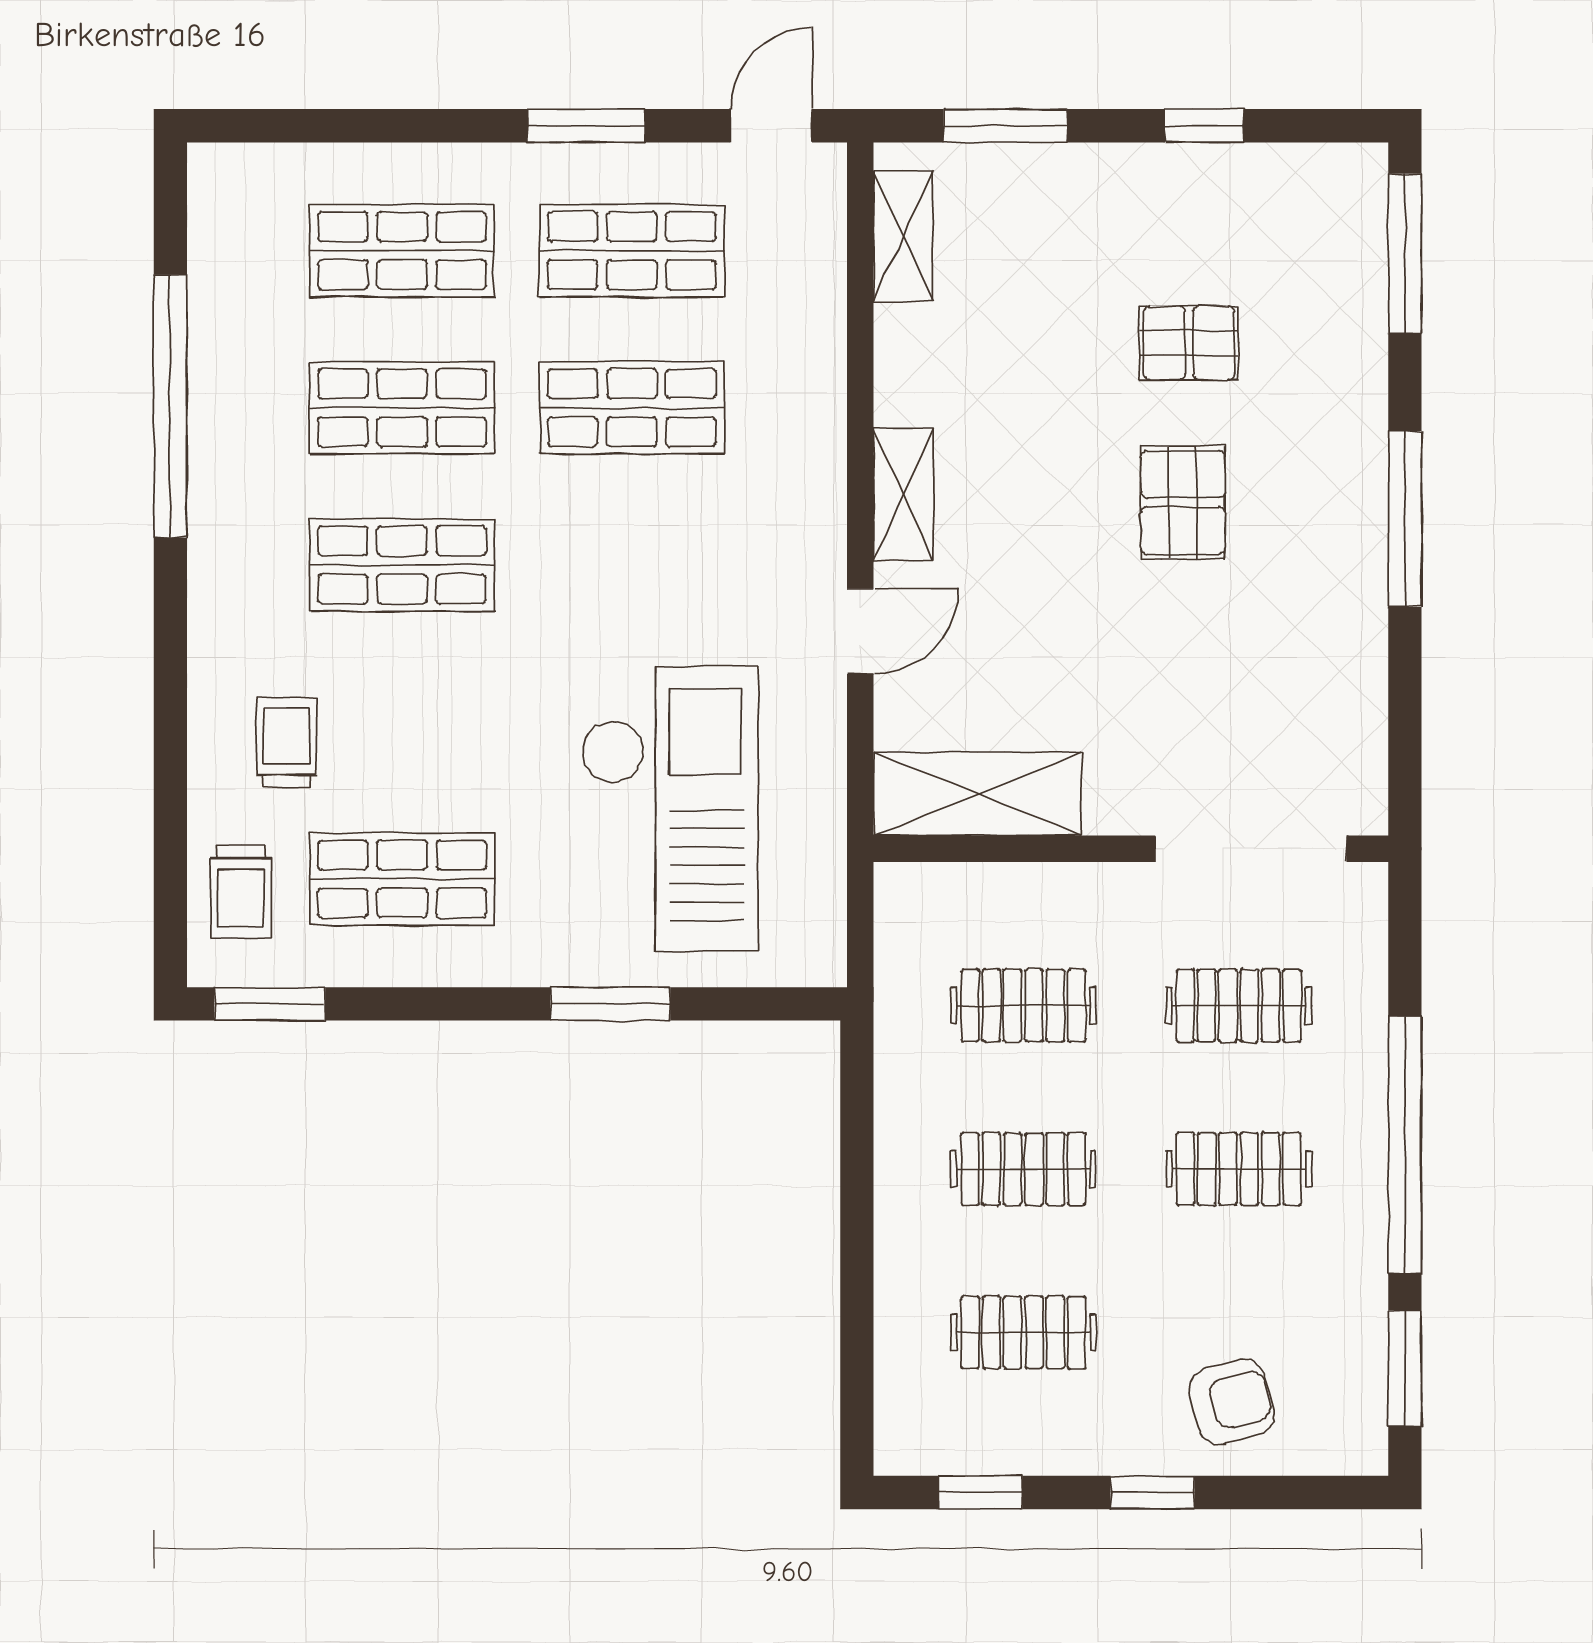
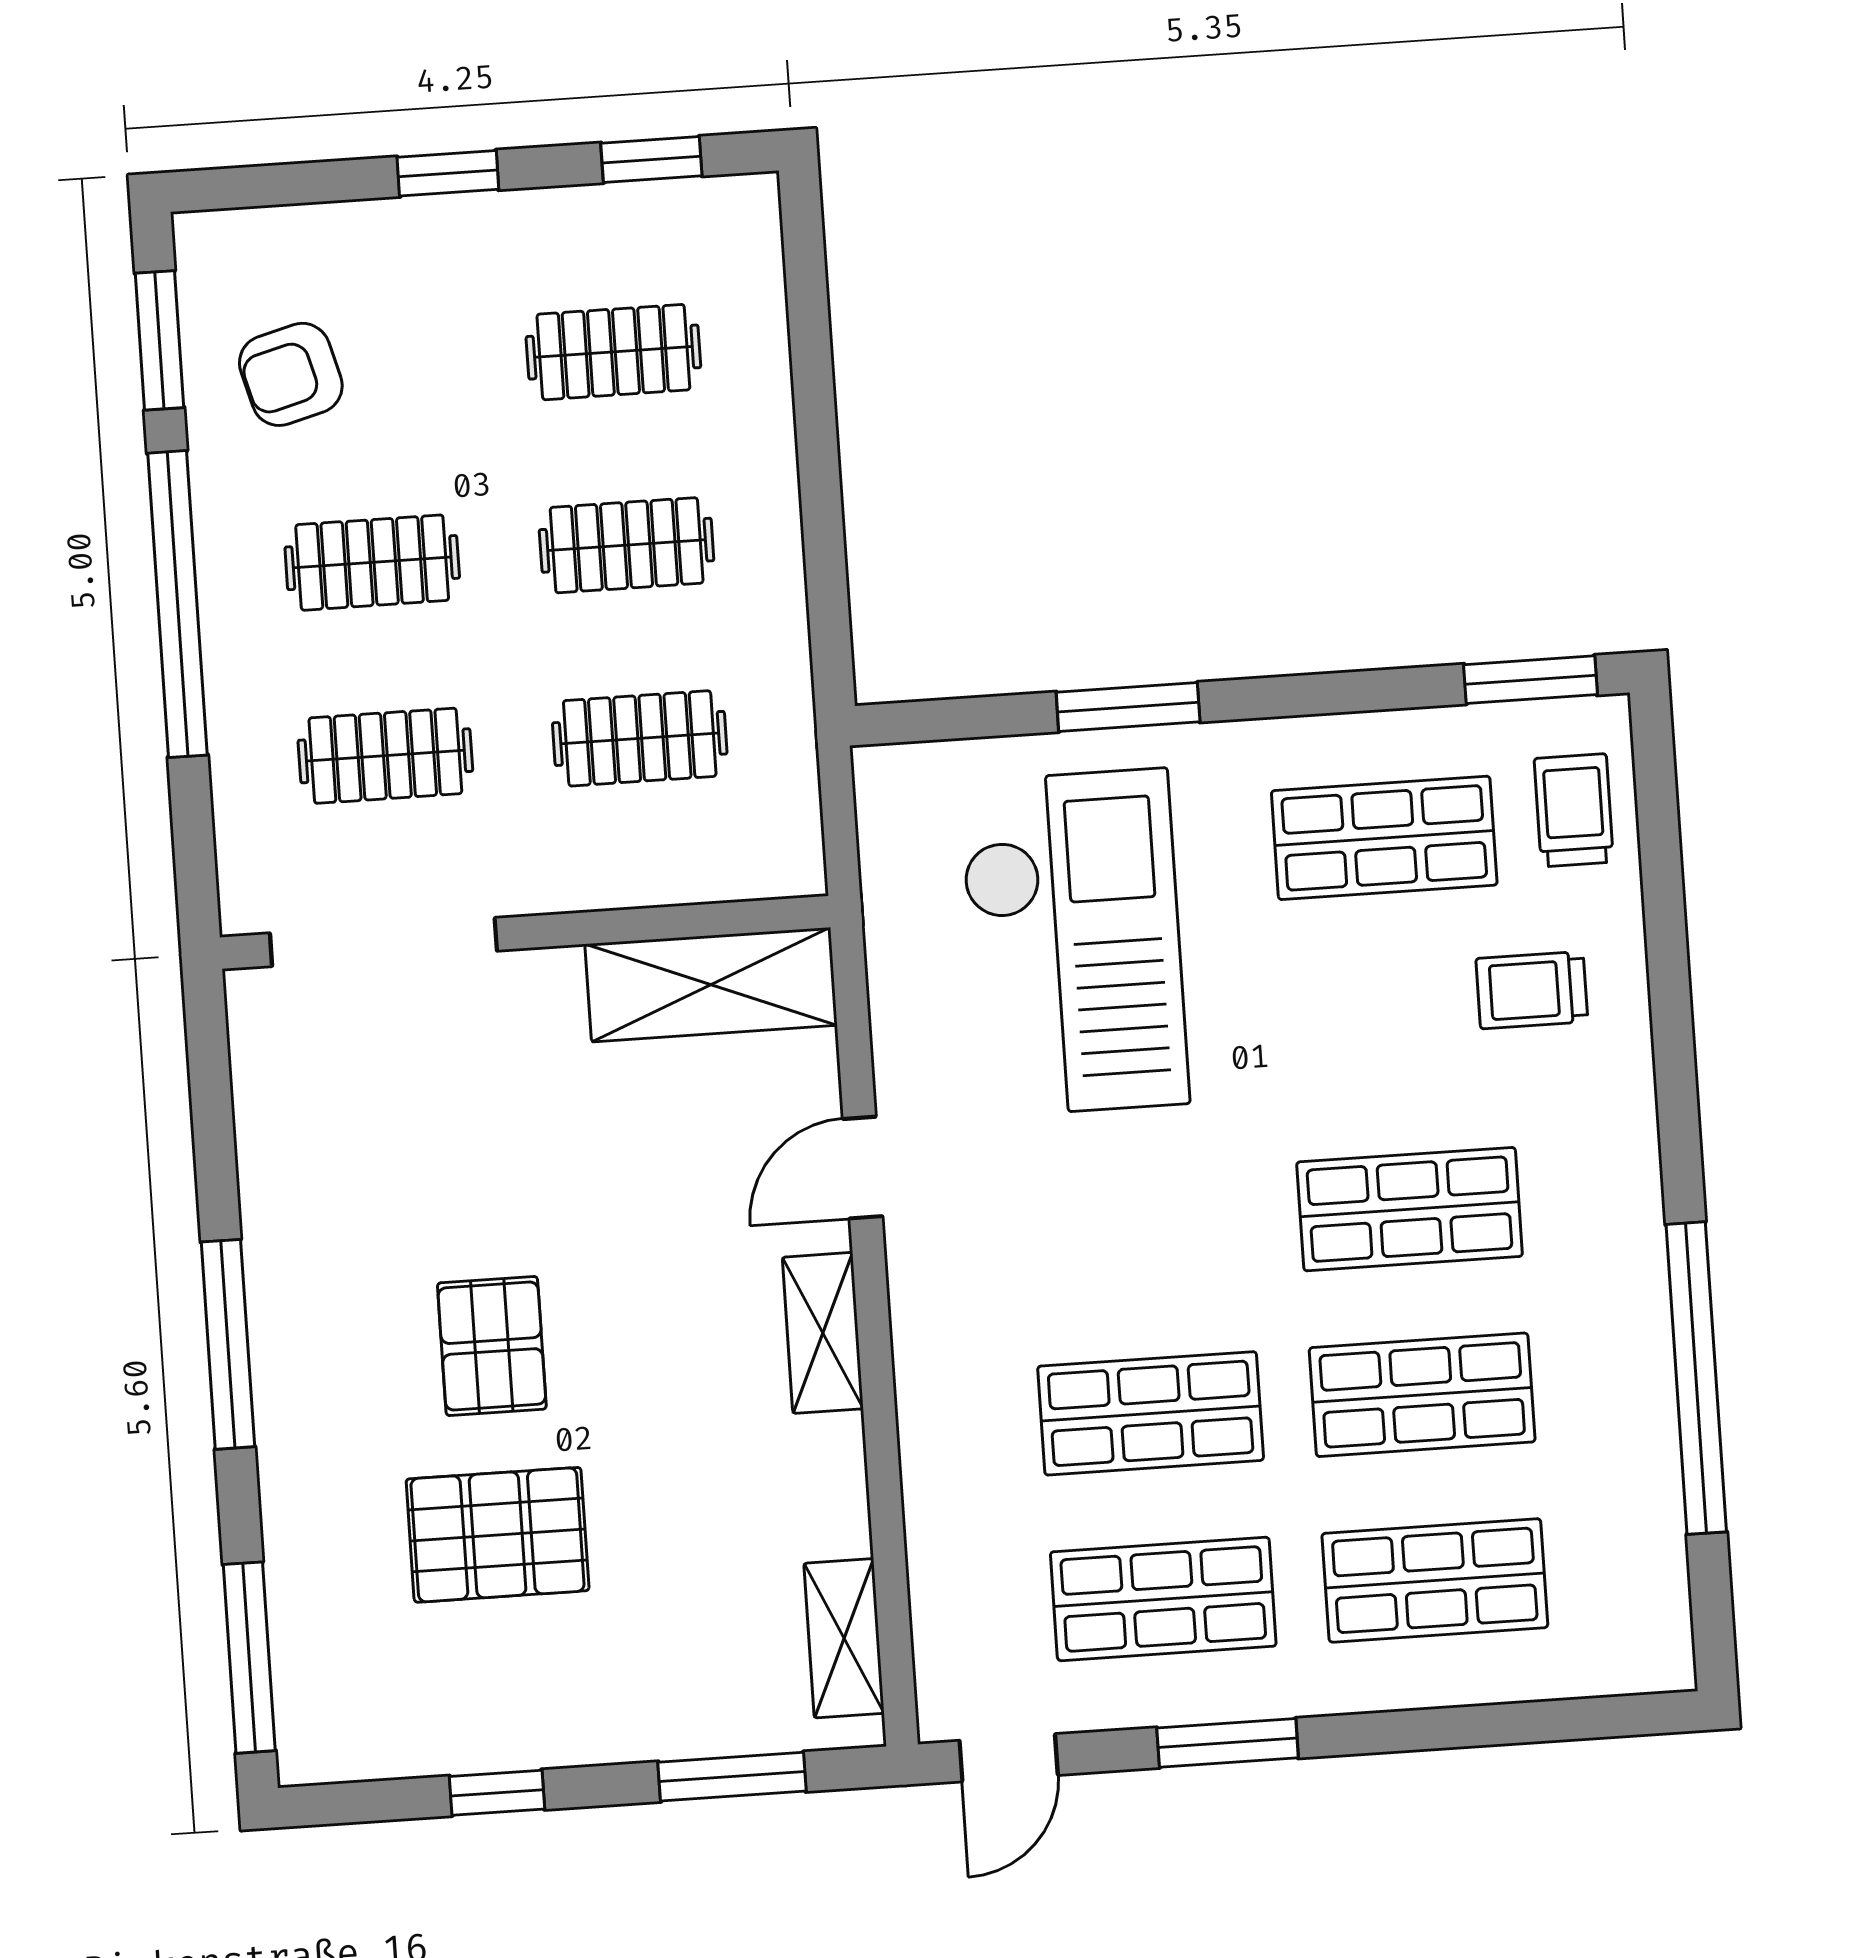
pallet: (1189, 343) -> (498, 1535), width x1.50, depth x1.42
trolley: (286, 742) -> (1532, 990), turned 90
checkout: (670, 809) -> (1074, 943), turned 180
armchair: (1231, 1402) -> (291, 374), moved

